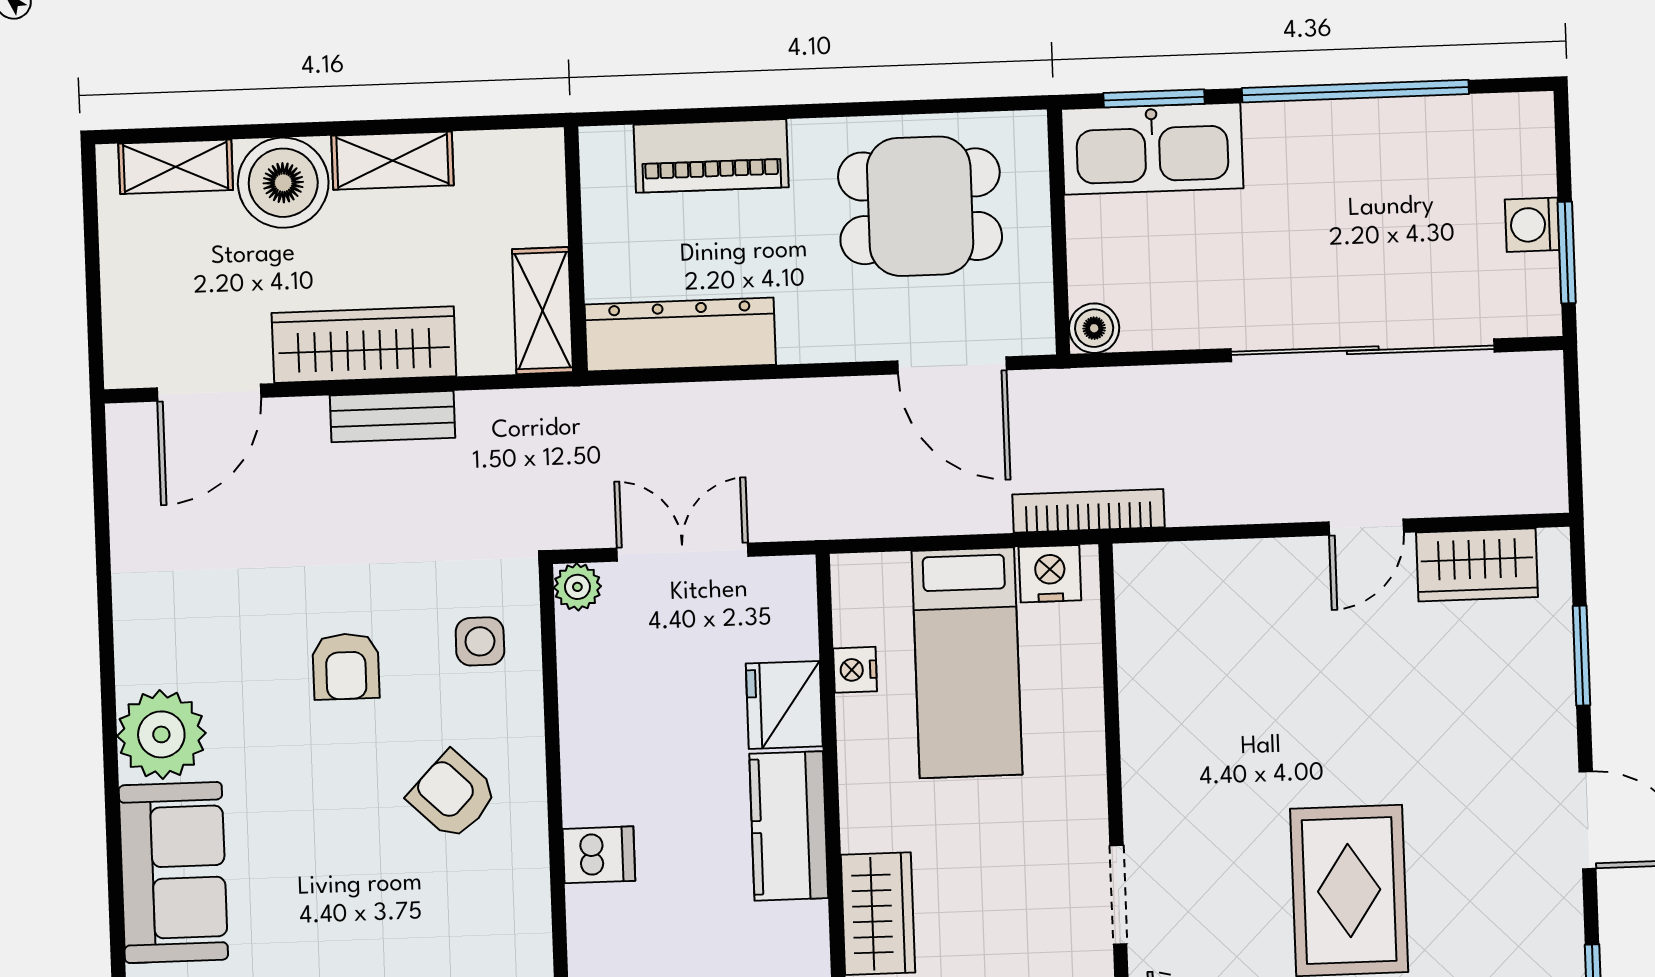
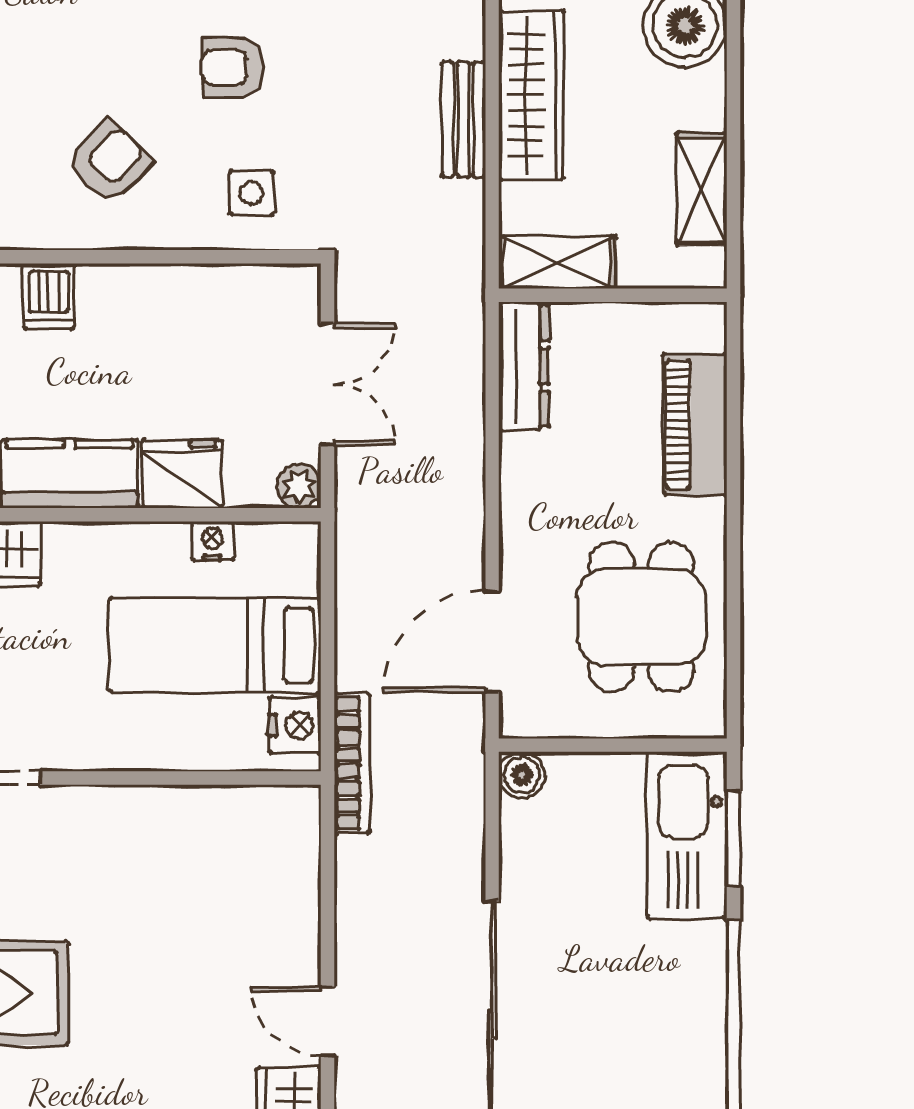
shelving: (393, 161) -> (702, 189), moved
dresser: (680, 335) -> (524, 366), width x0.73, depth x0.80
plant: (577, 587) -> (299, 486), moved

